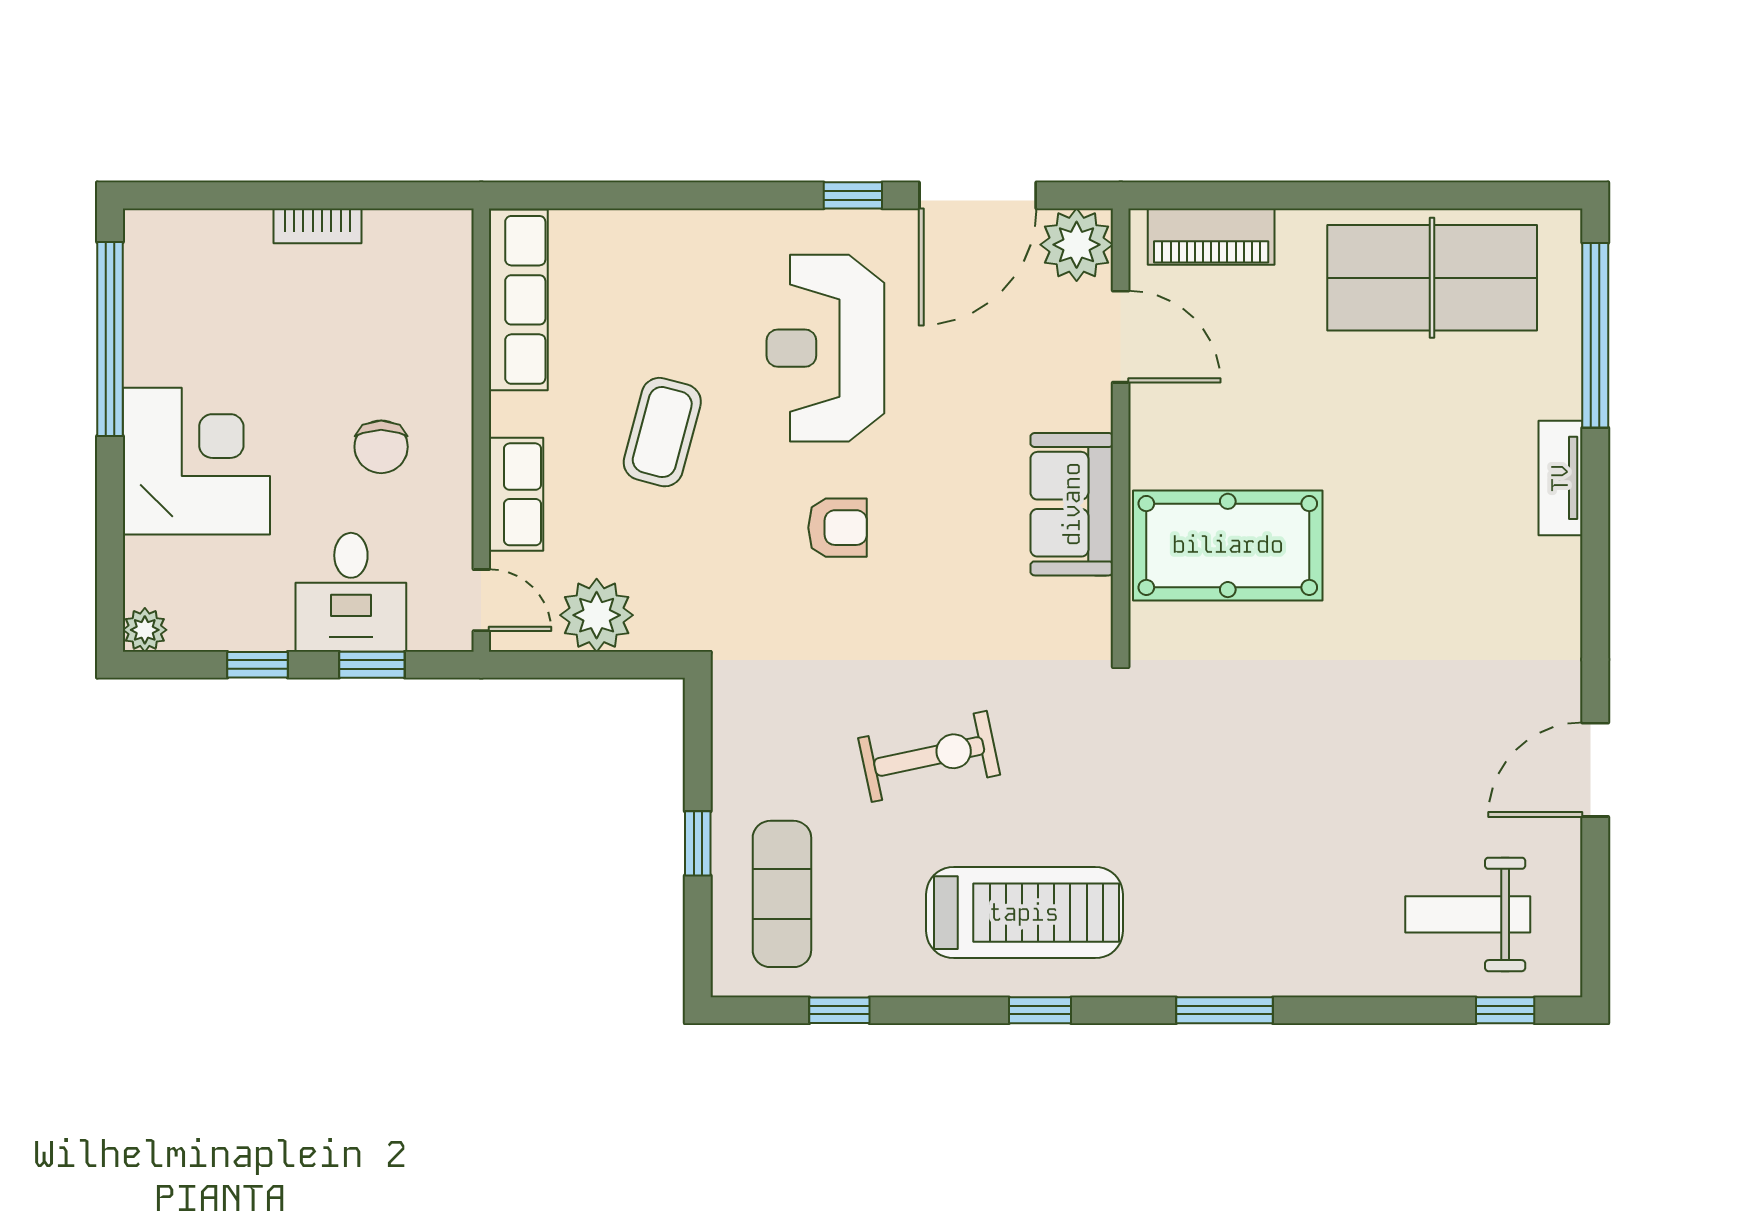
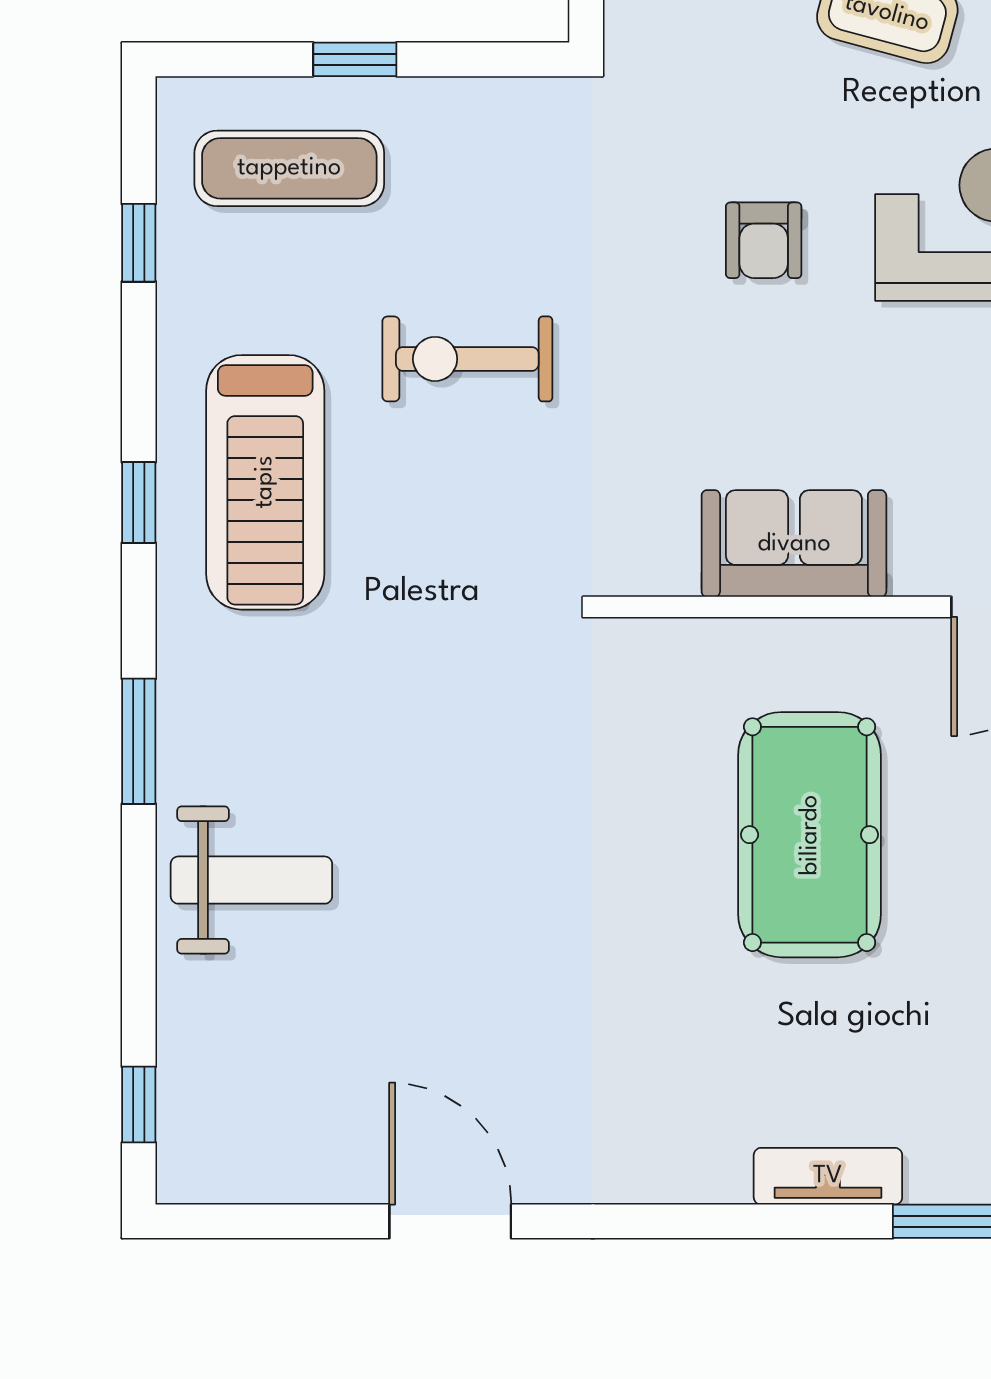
pool table: (1228, 545) -> (810, 835), moved
exercise bike: (929, 756) -> (467, 359), turned 102
weight bench: (1468, 914) -> (251, 880), moved, turned 90

